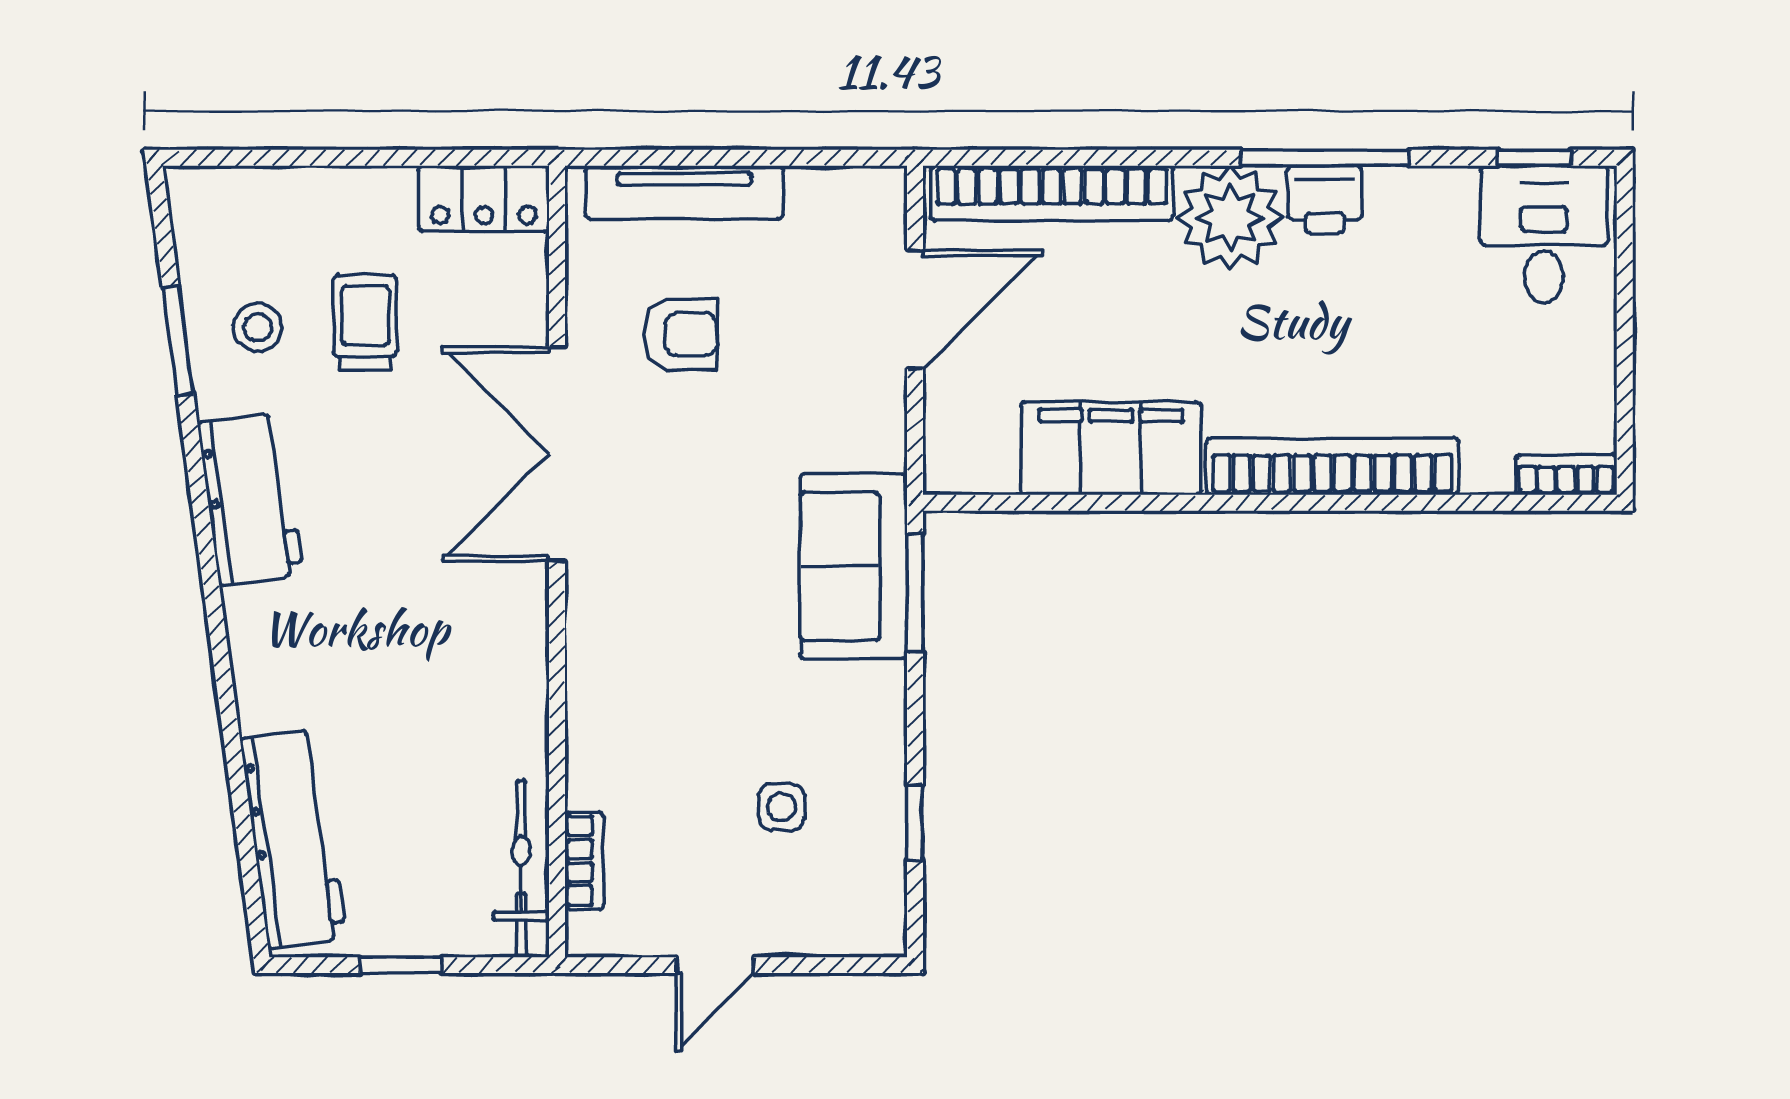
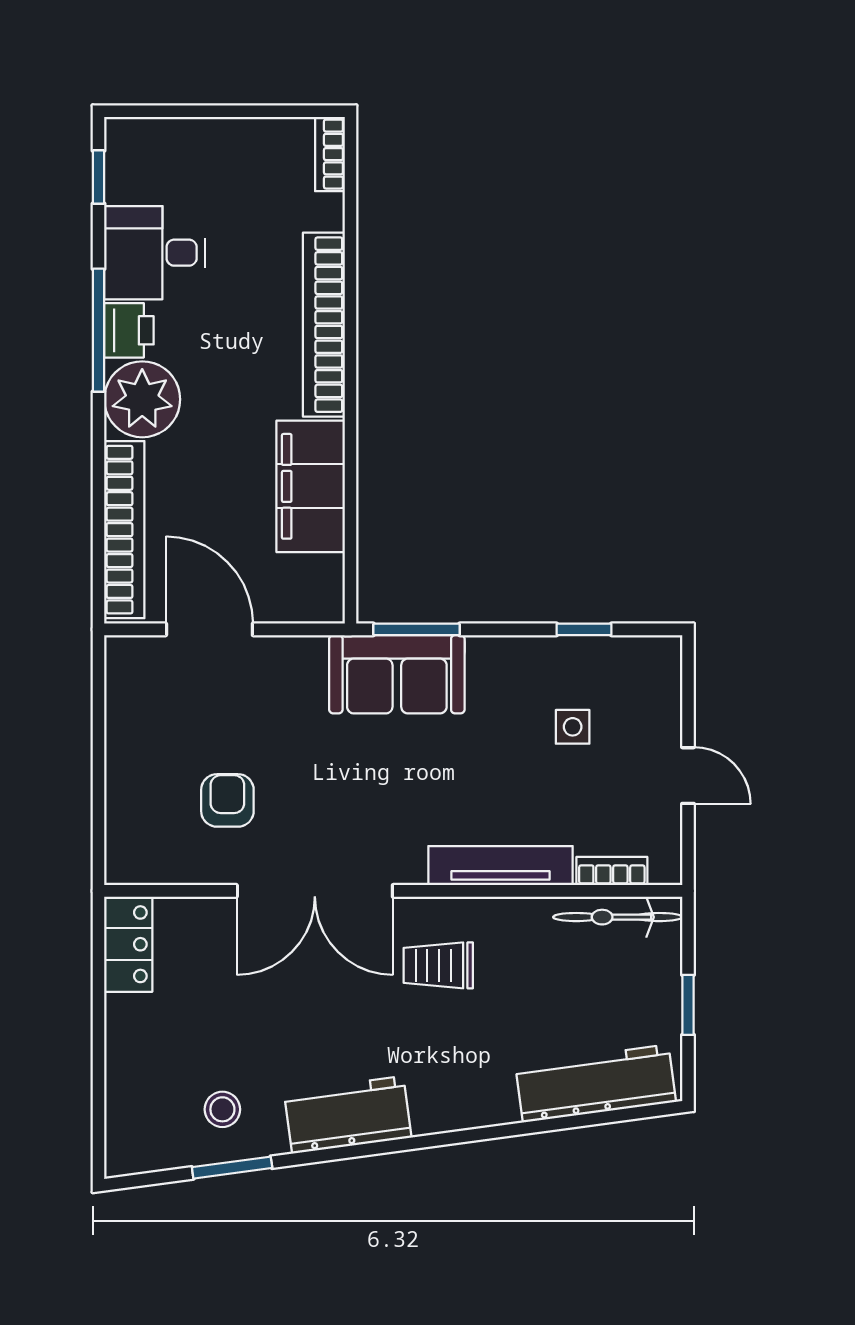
tv unit: (684, 192) -> (500, 866), moved, turned -90
desk: (1544, 234) -> (154, 253), moved
trolley: (365, 322) -> (438, 965), moved

